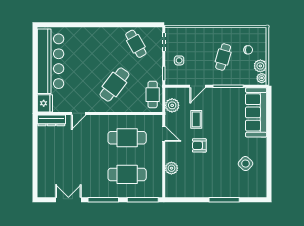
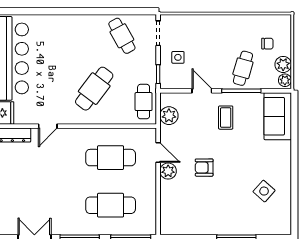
cafe table: (223, 57) -> (243, 68), moved
door: (198, 86) -> (202, 91), swing flipped
sofa: (256, 112) -> (278, 116), width x0.73
coffee table: (196, 119) -> (226, 118), moved
plant: (171, 168) -> (168, 171), moved

